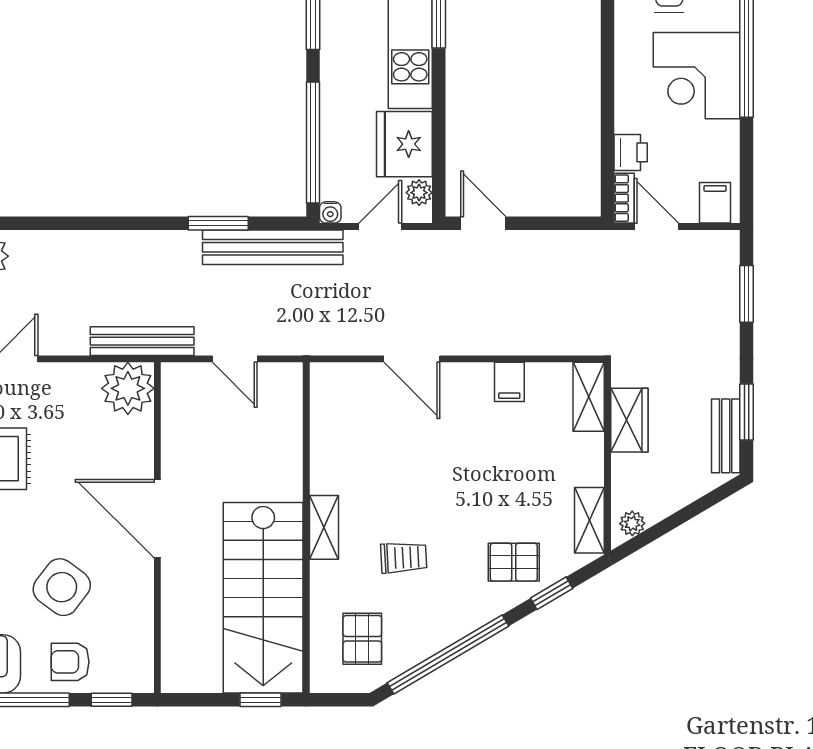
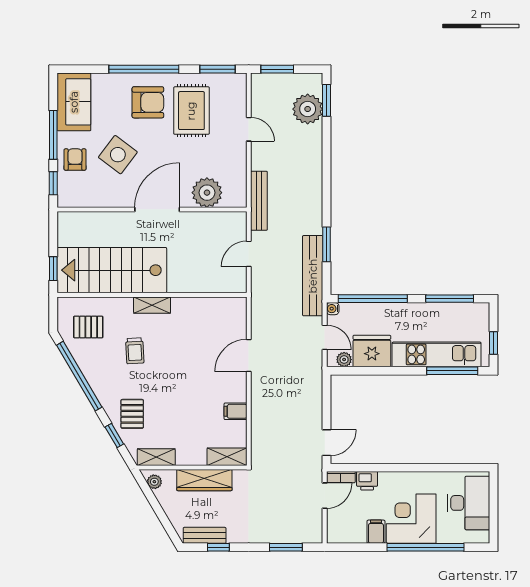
filing cabinet: (715, 203) -> (376, 532), moved, turned -90
door: (483, 223) -> (327, 443), moved
plant: (128, 388) -> (207, 193), moved
window: (746, 412) -> (218, 547), width x0.67
wardrobe: (629, 420) -> (204, 480), width x1.50

